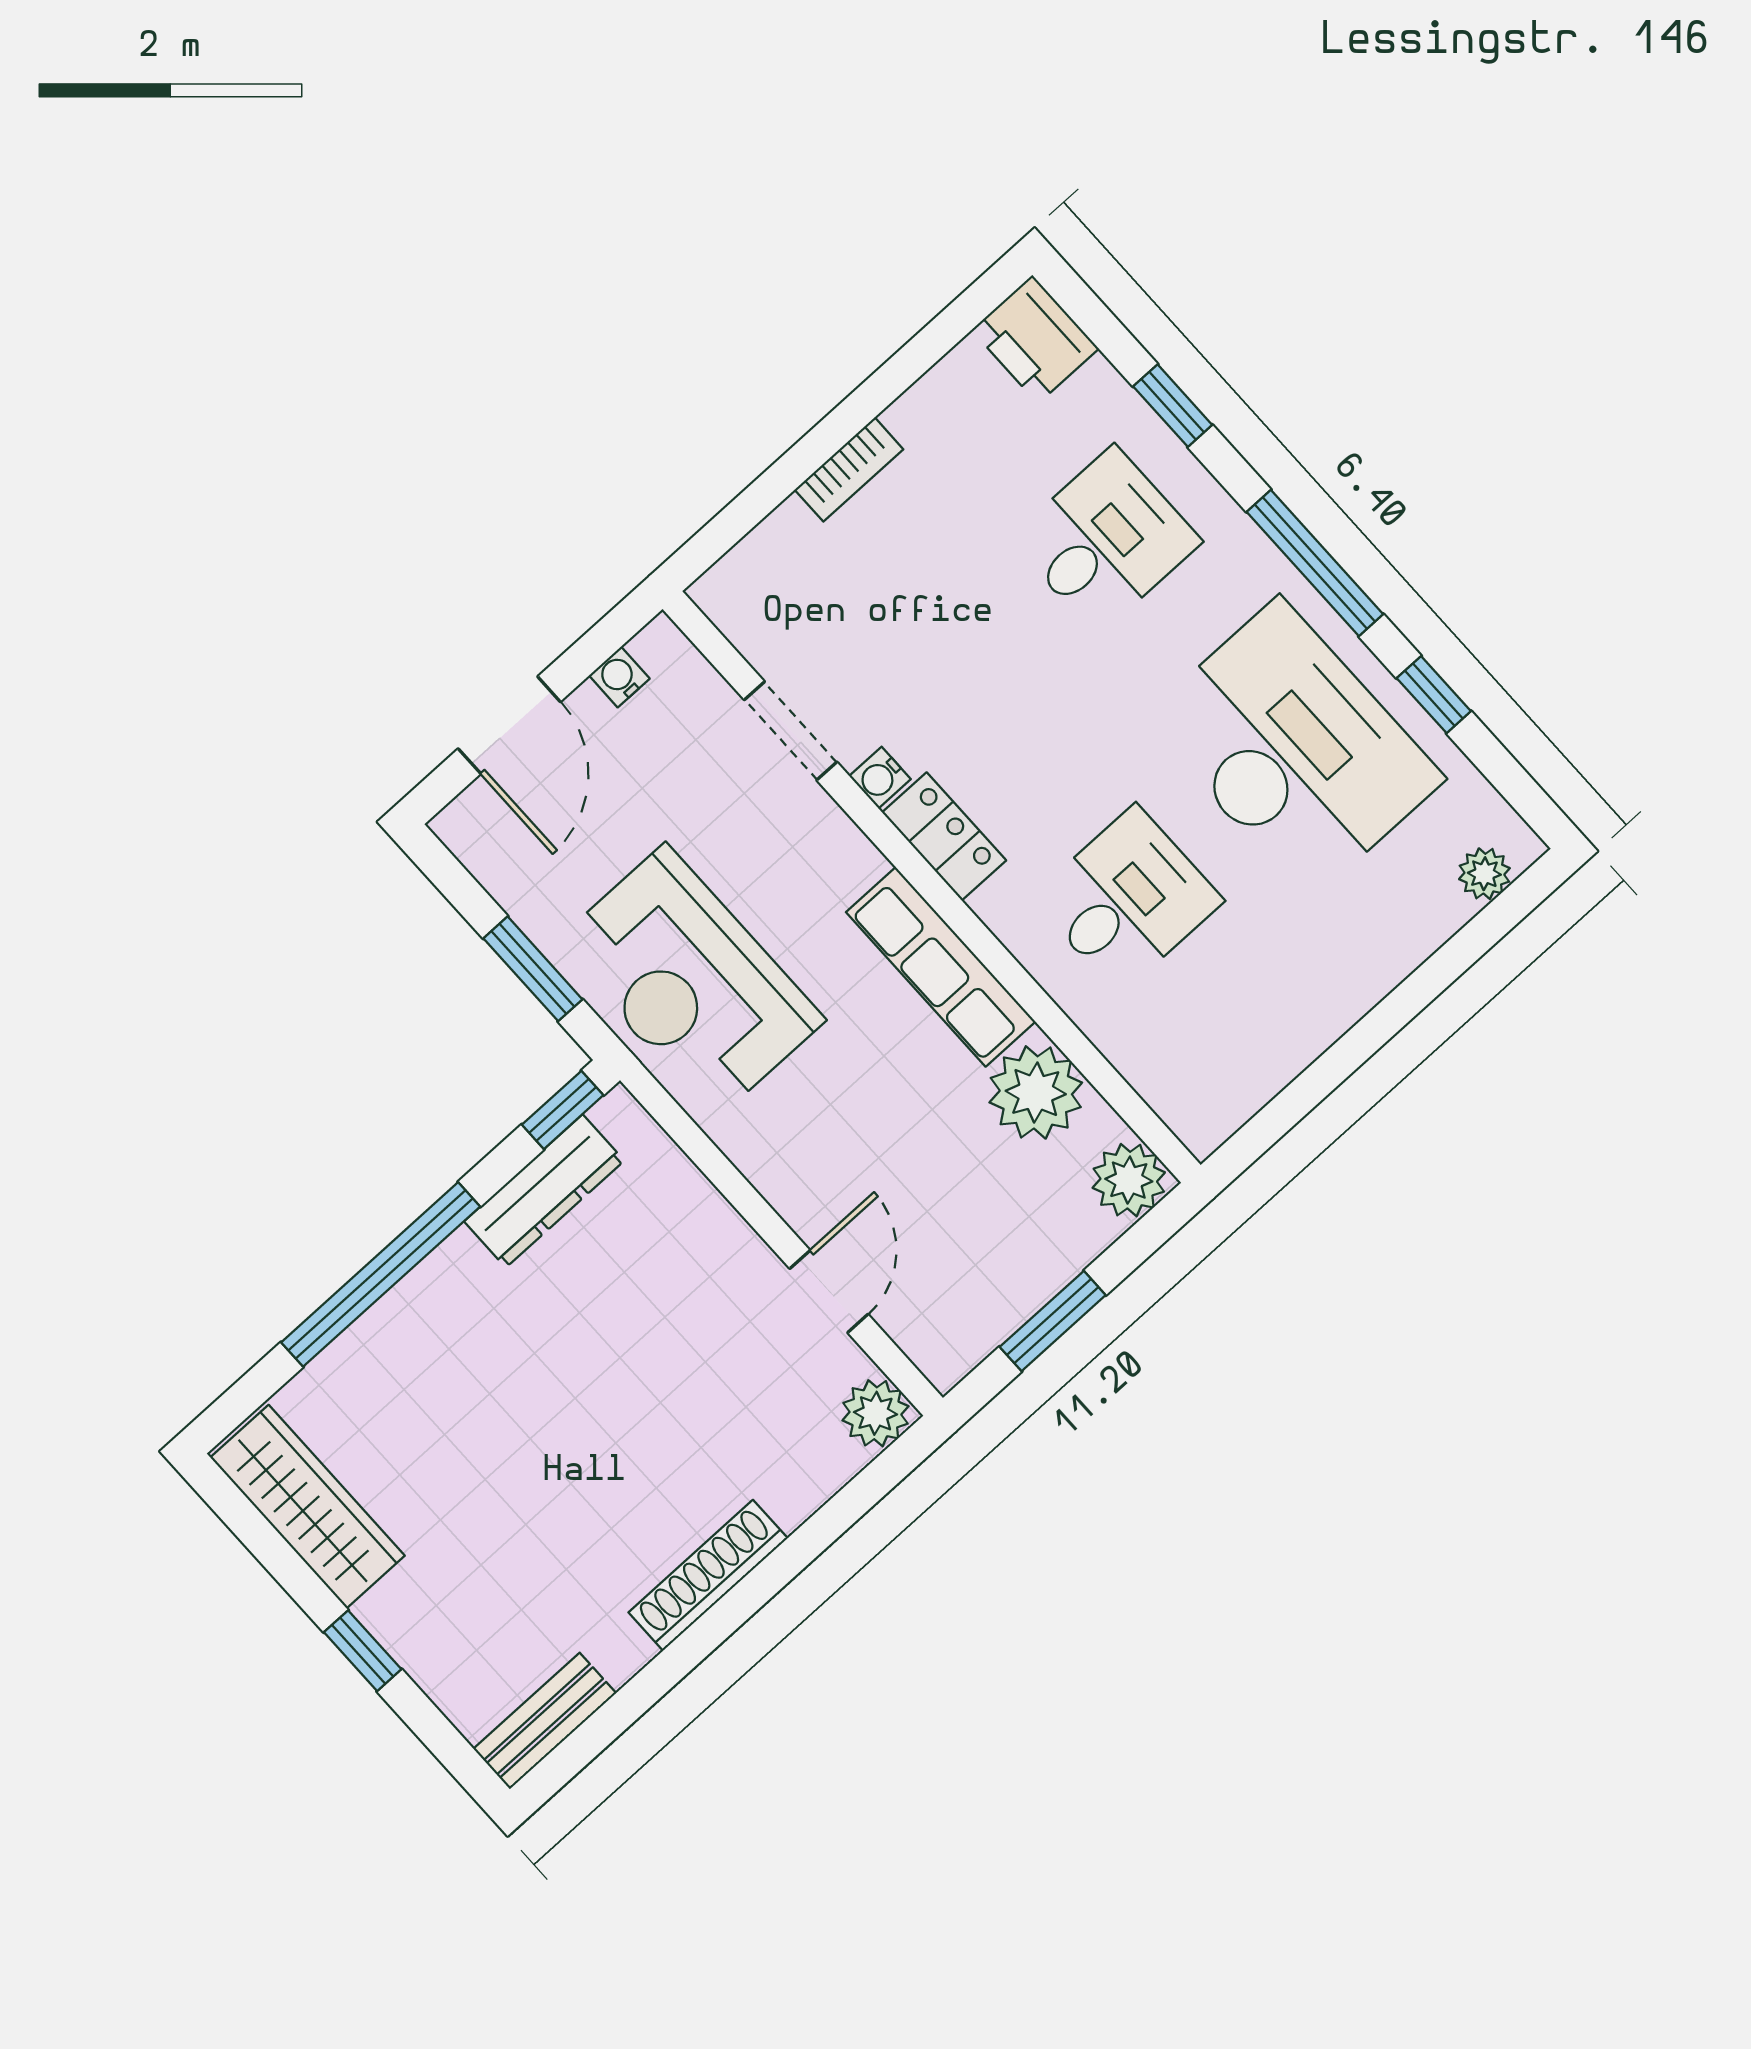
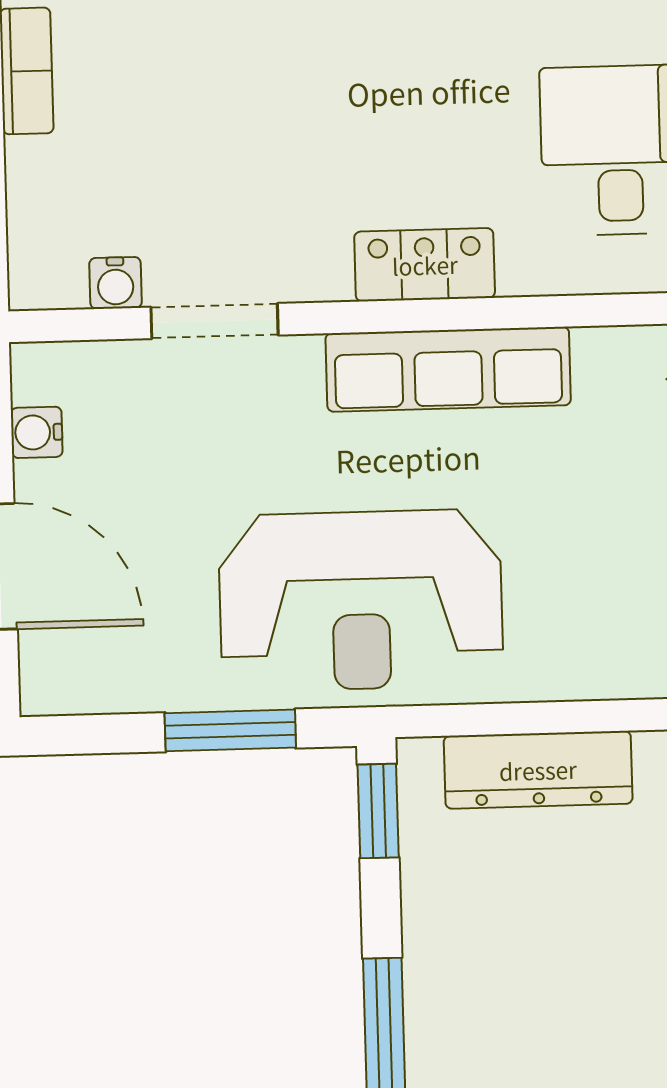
water cooler: (880, 778) -> (116, 283), moved
row of seats: (941, 967) -> (448, 369), moved
dresser: (544, 1191) -> (538, 770), moved, turned 90

